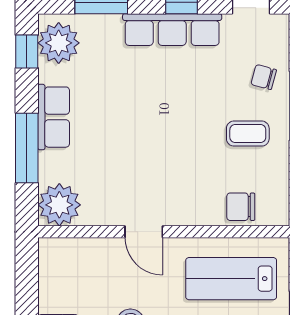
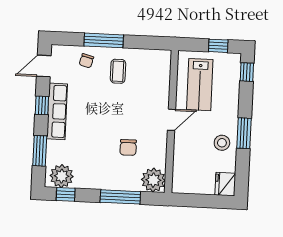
row of seats: (54, 117) -> (103, 181), removed
chair: (241, 207) -> (128, 147), moved
door: (144, 232) -> (171, 120), moved

